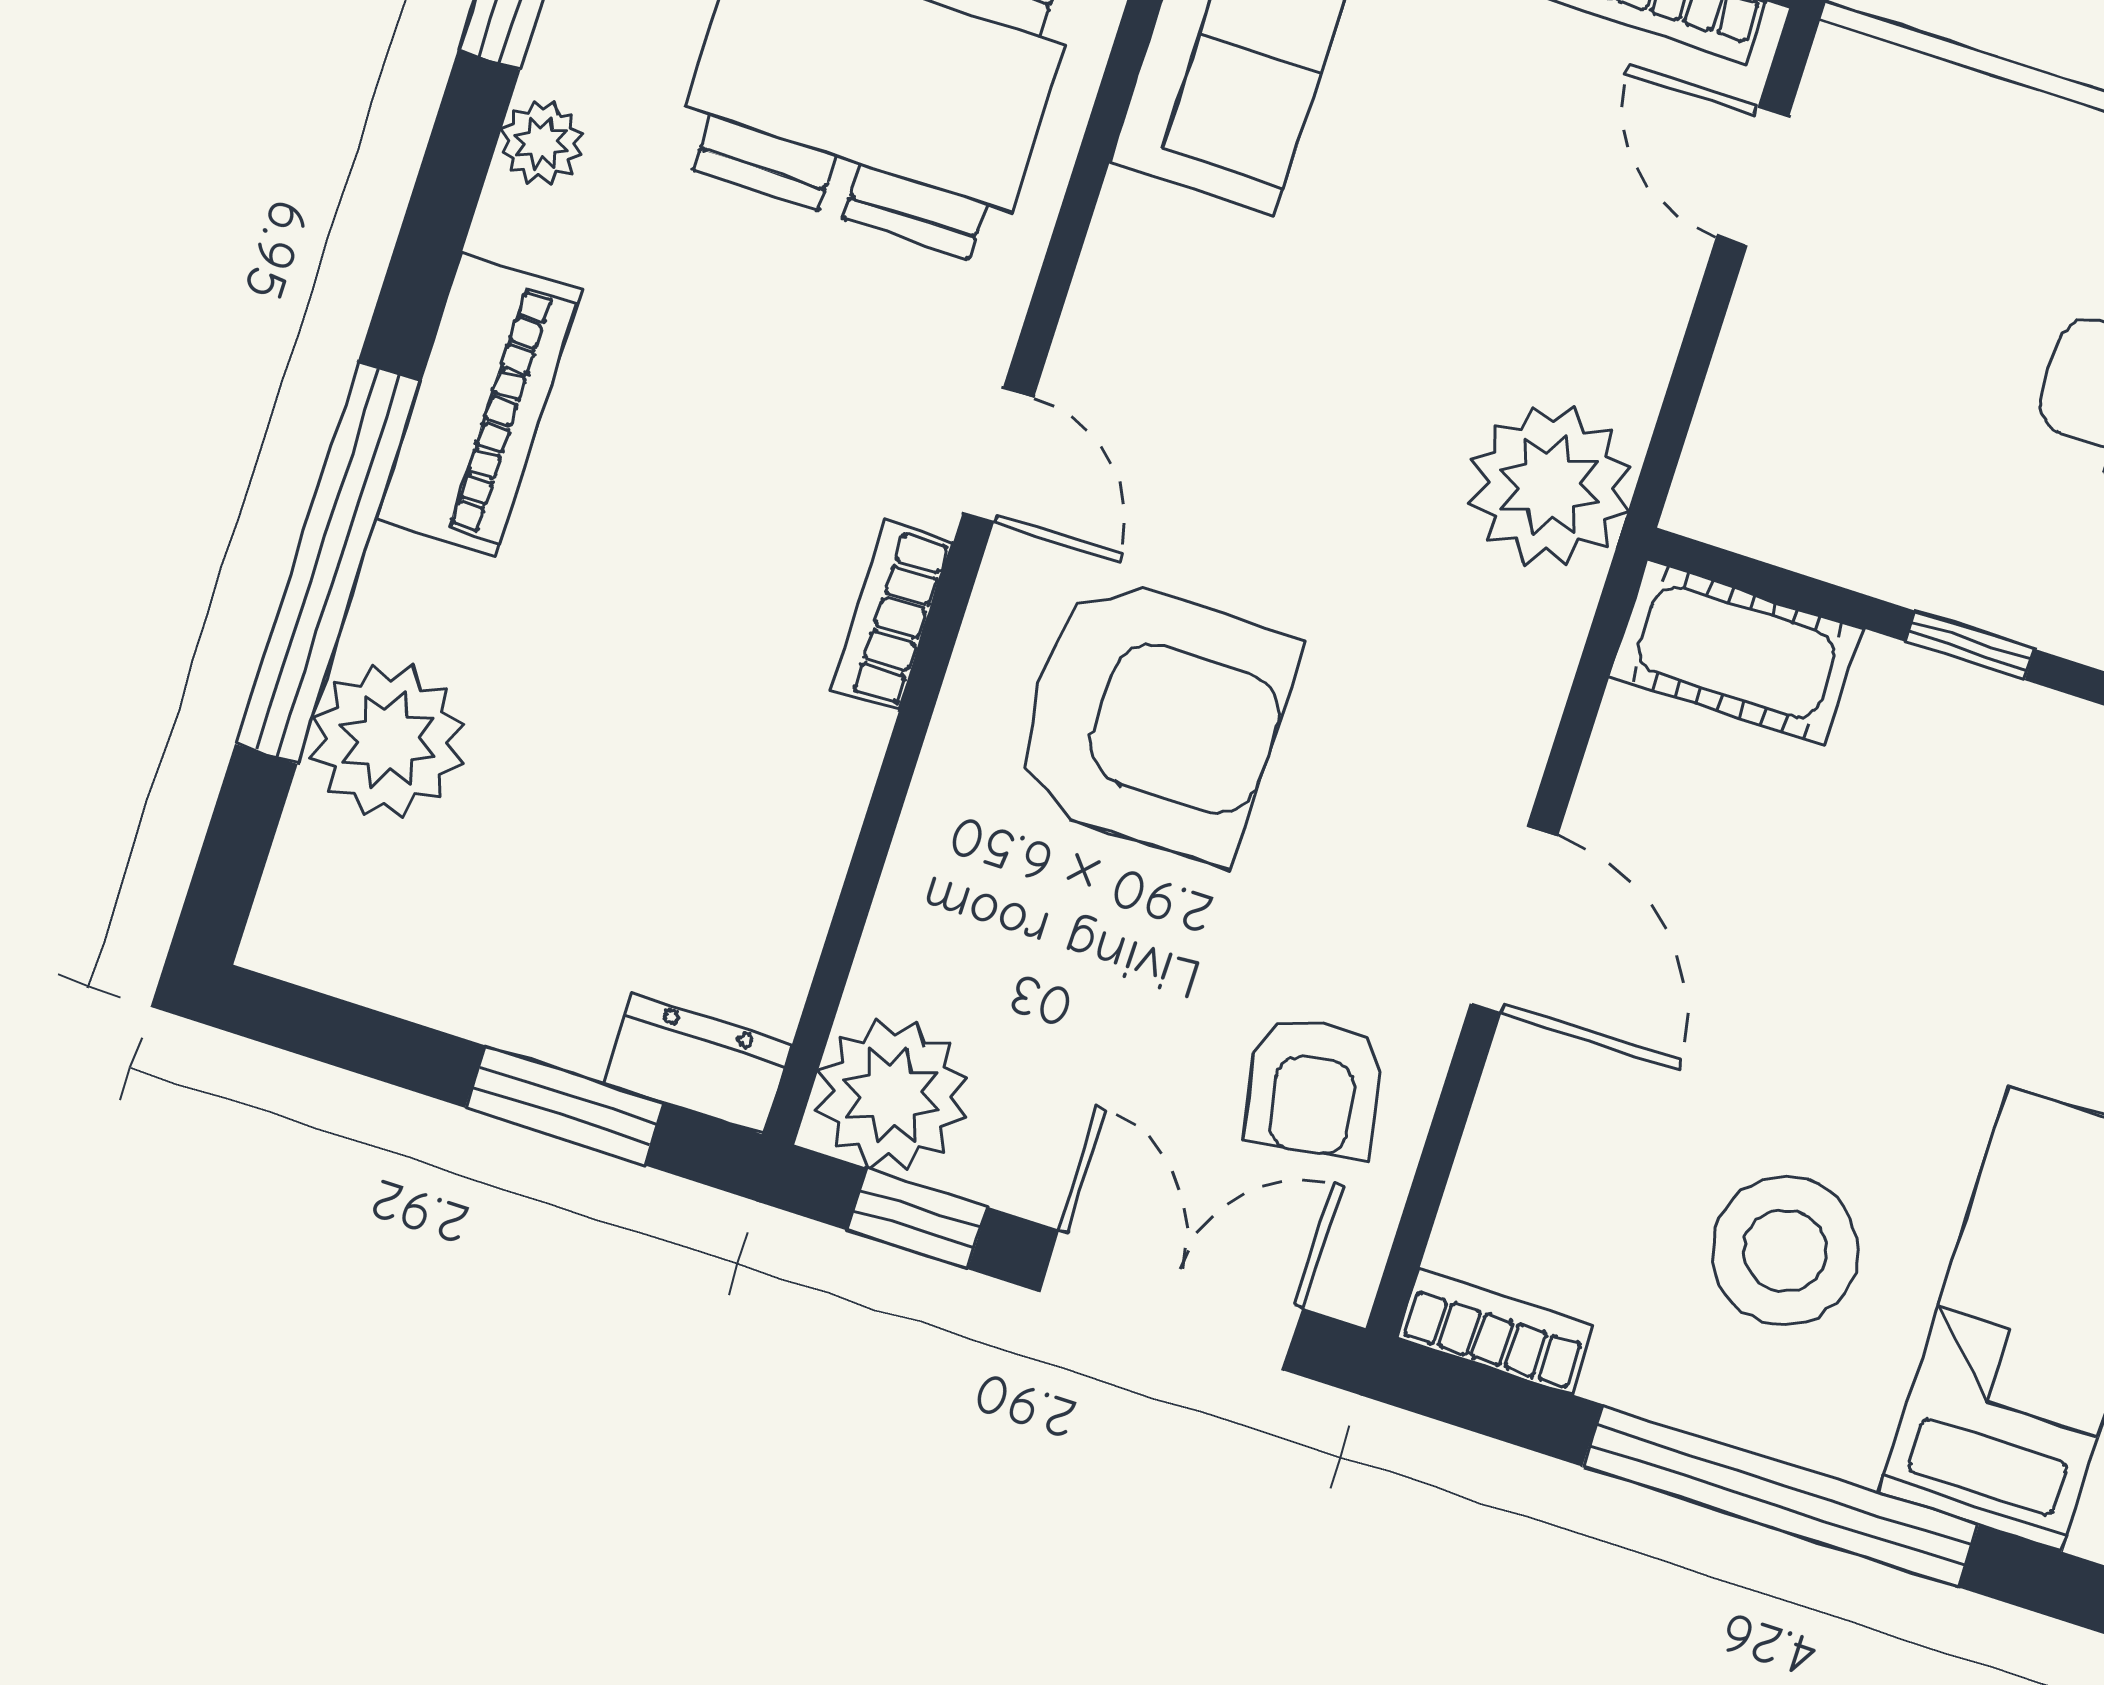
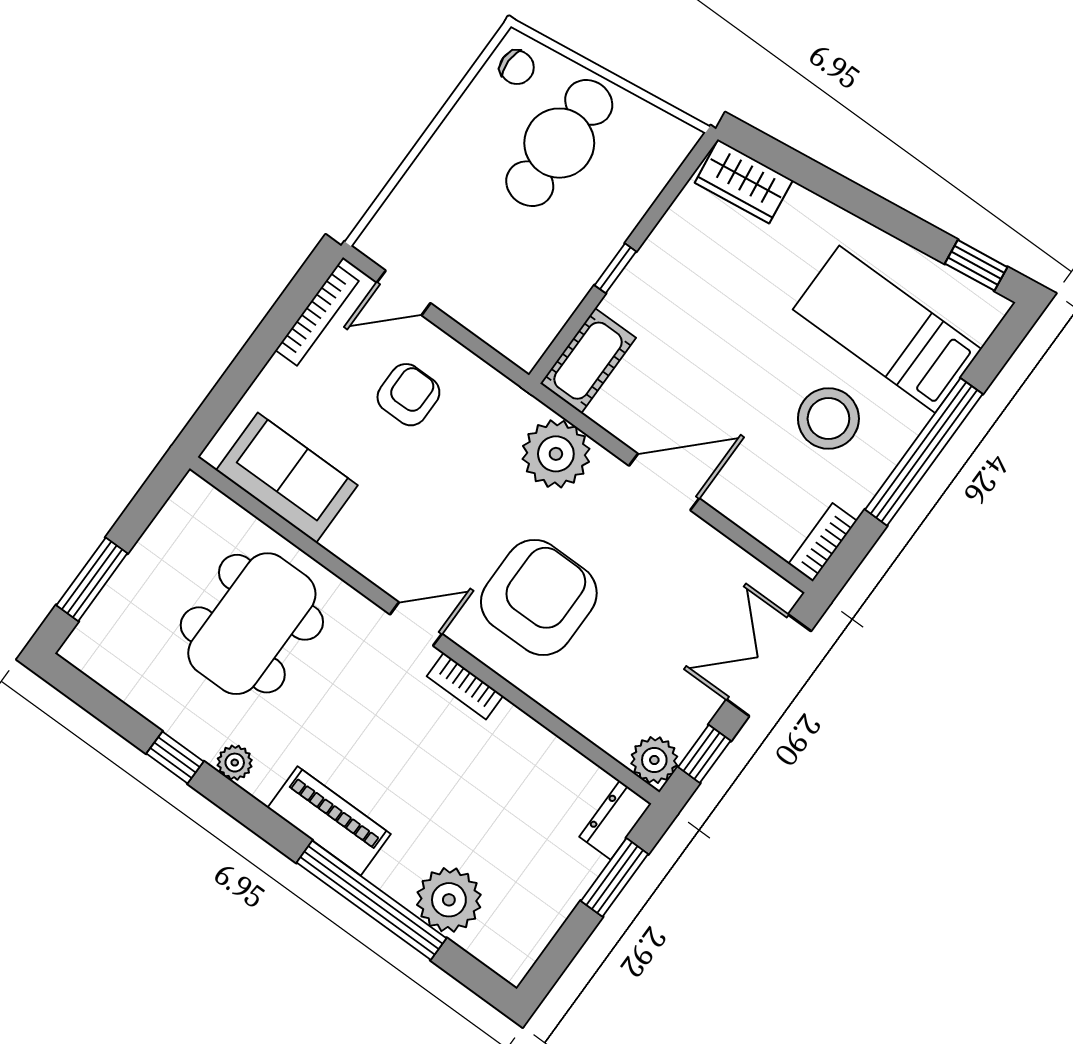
plant: (1549, 485) -> (556, 454), moved
armchair: (1314, 1087) -> (408, 395), moved, turned -80
plant: (892, 1095) -> (654, 760), width x0.73, depth x0.73

